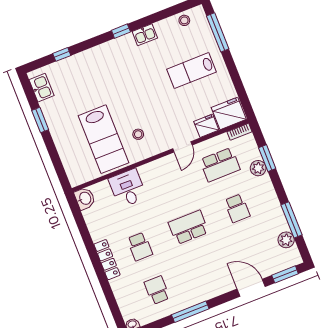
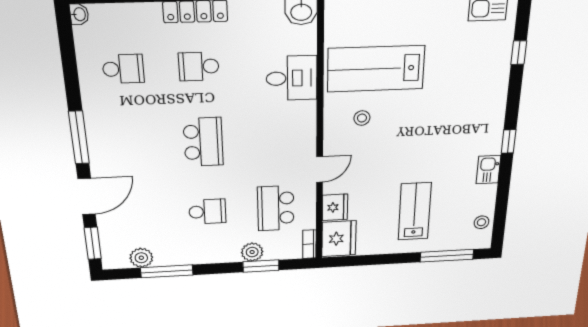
door: (182, 147) -> (320, 169), swing flipped
school desk: (237, 208) -> (207, 212), turned 180
window: (190, 312) -> (79, 137), moved

